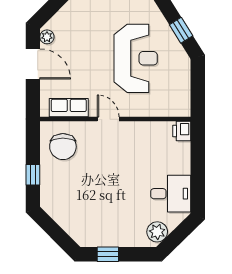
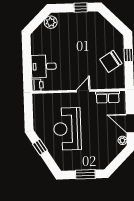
door: (108, 119) -> (83, 91), swing flipped
chair: (63, 147) -> (111, 61), moved, turned -122
desk: (171, 194) -> (44, 66), moved

